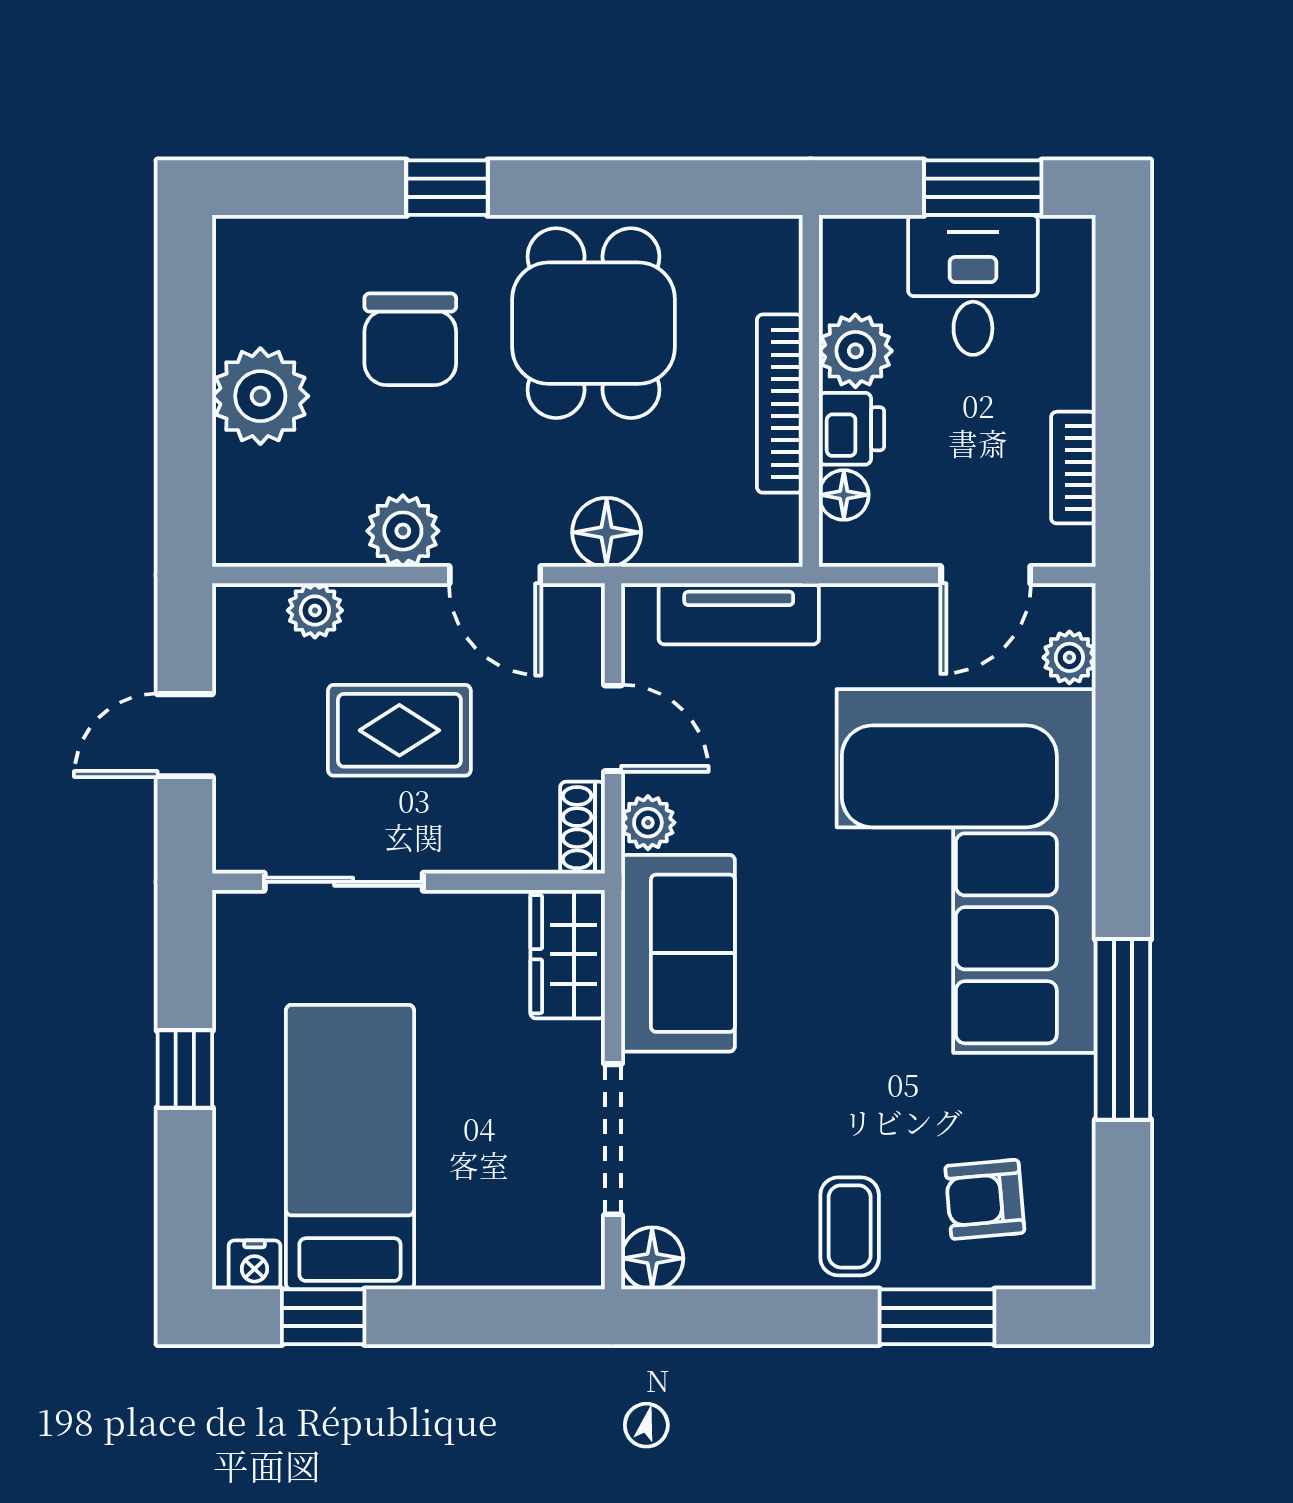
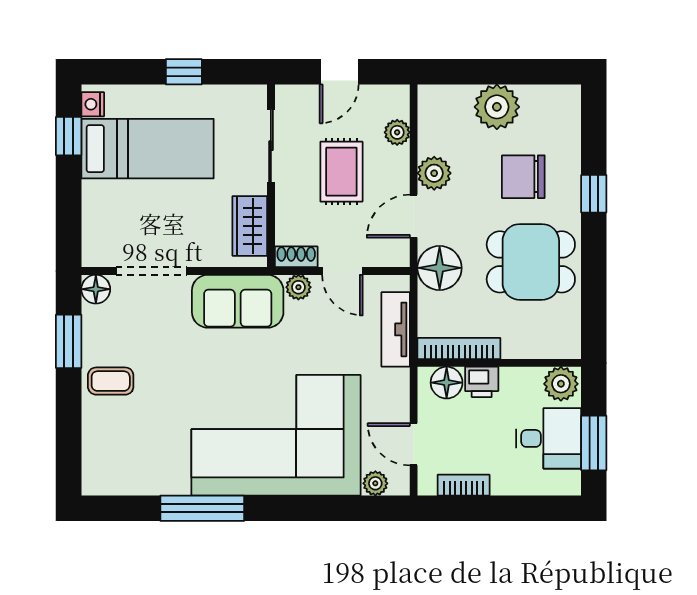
plant: (855, 351) -> (561, 384), moved
bookcase: (780, 404) -> (459, 349), moved
floor lamp: (844, 495) -> (447, 383), width x1.37, depth x1.37
floor lamp: (607, 532) -> (440, 268), width x1.38, depth x1.38
door: (613, 728) -> (342, 271), hinge flipped
door: (185, 735) -> (339, 72), swing flipped
wardrobe: (568, 954) -> (250, 226), moved, turned -90
armchair: (985, 1199) -> (123, 444), removed
window: (937, 1317) -> (69, 341), moved

